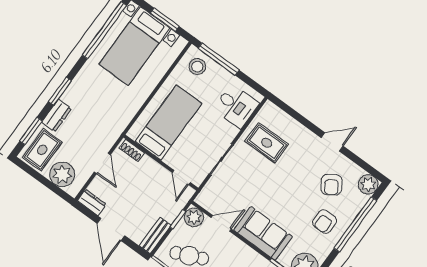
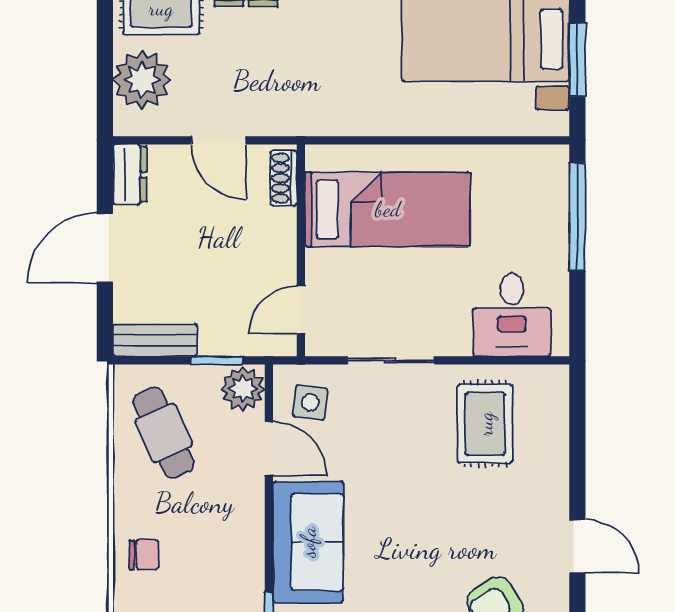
stool: (197, 67) -> (534, 187), removed
door: (102, 163) -> (219, 140), hinge flipped
side table: (216, 198) -> (310, 402), added

